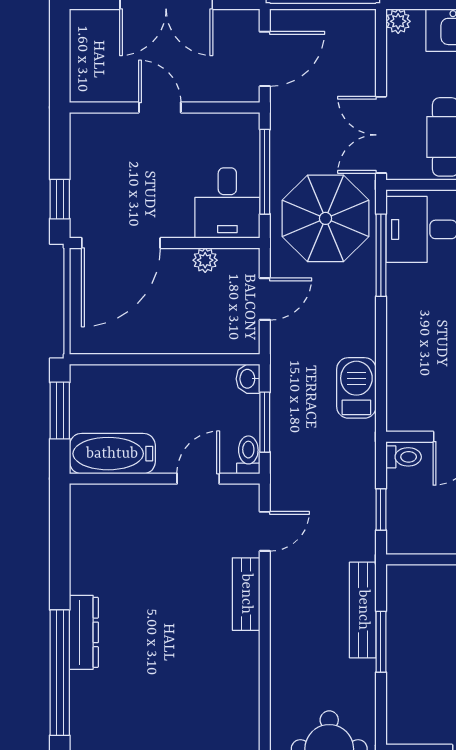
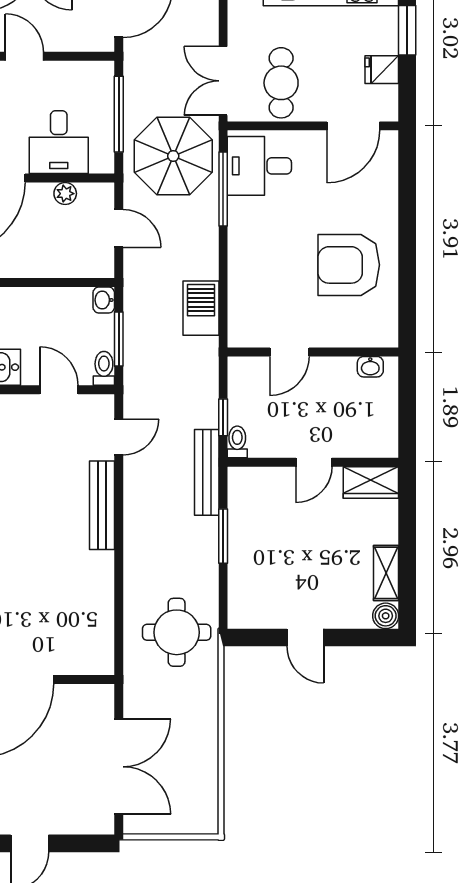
desk: (227, 203) -> (59, 142), moved
door: (265, 299) -> (119, 228), hinge flipped
toilet: (404, 457) -> (237, 442), moved, turned -90
door: (198, 479) -> (59, 390), hinge flipped
bench: (246, 594) -> (102, 505), width x1.36
bench: (363, 610) -> (207, 472), moved

